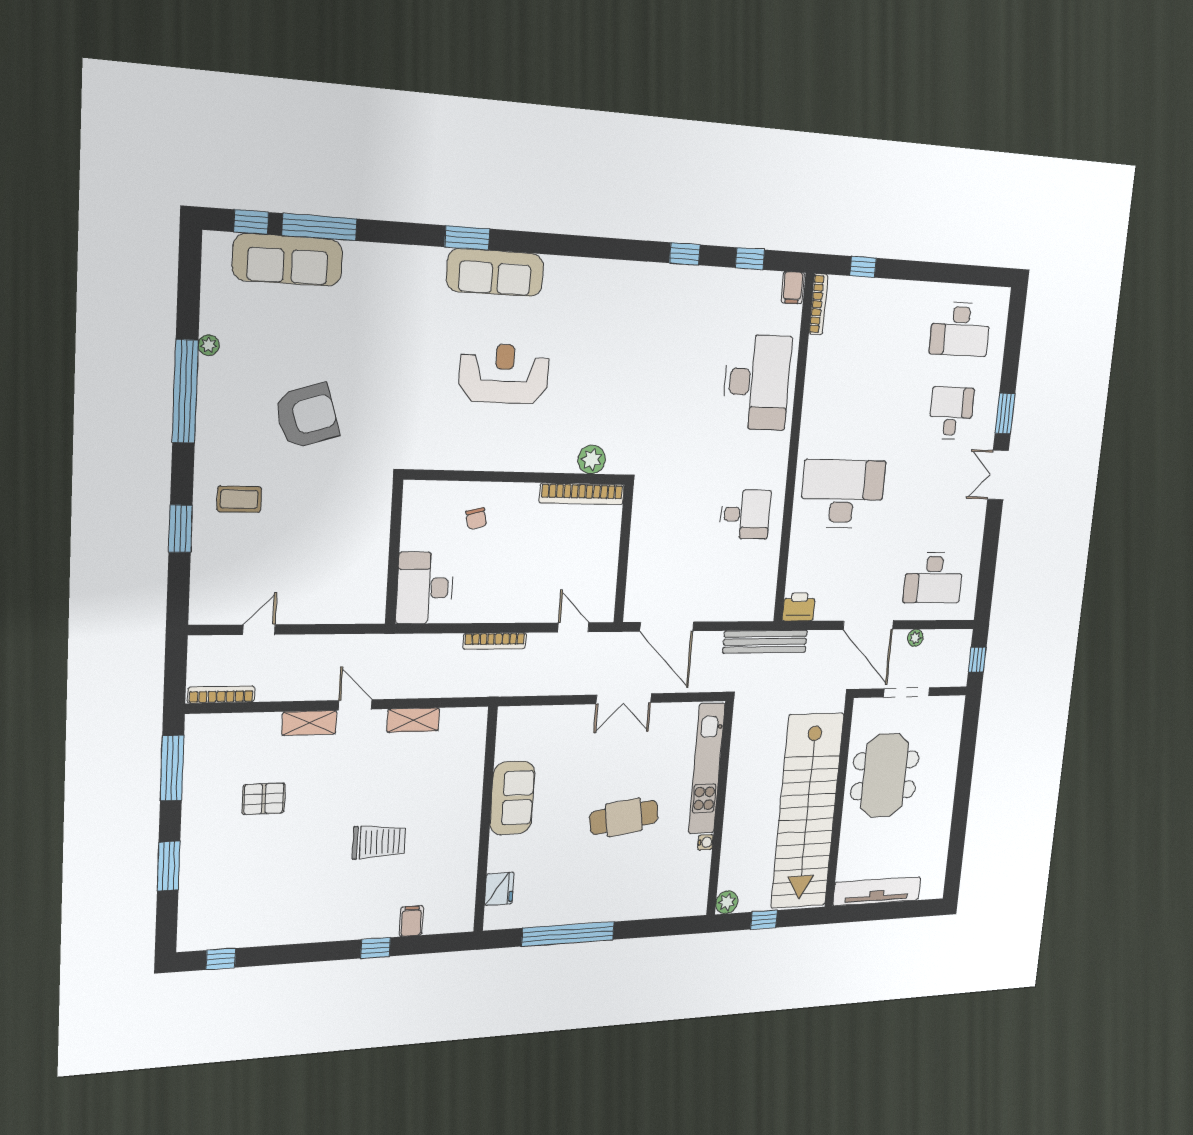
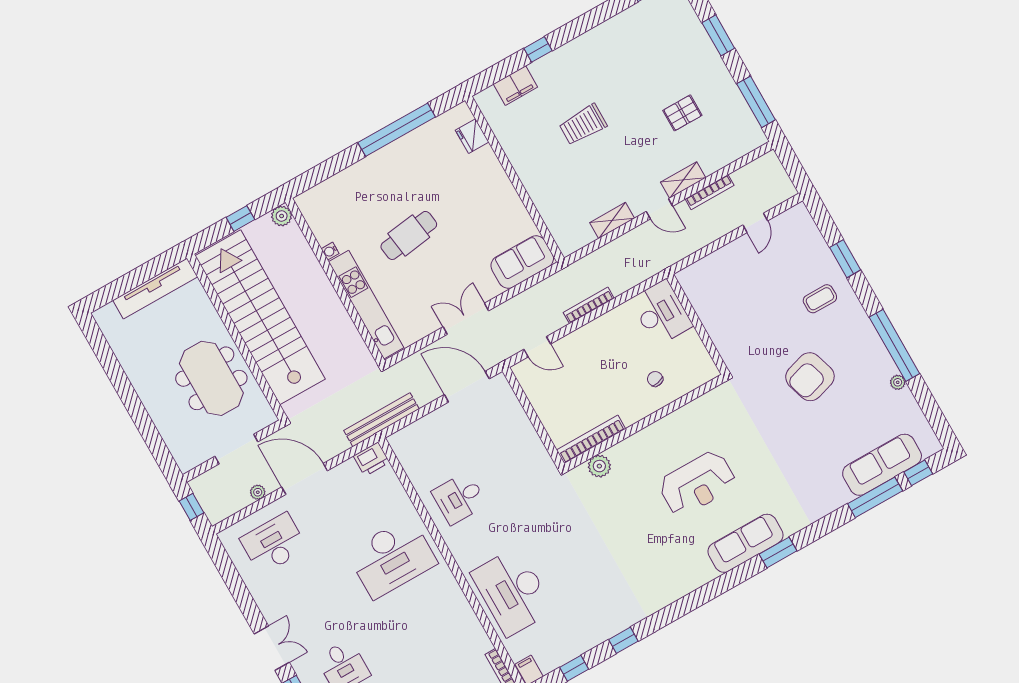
bookcase: (221, 695) -> (710, 192), moved
sofa: (512, 798) -> (522, 262), moved, turned 90
filing cabinet: (411, 921) -> (515, 86), width x2.00

